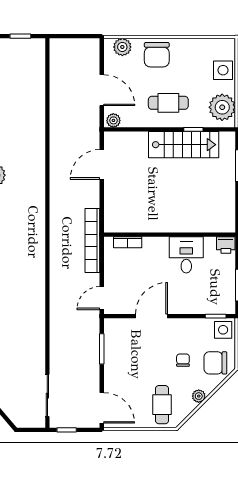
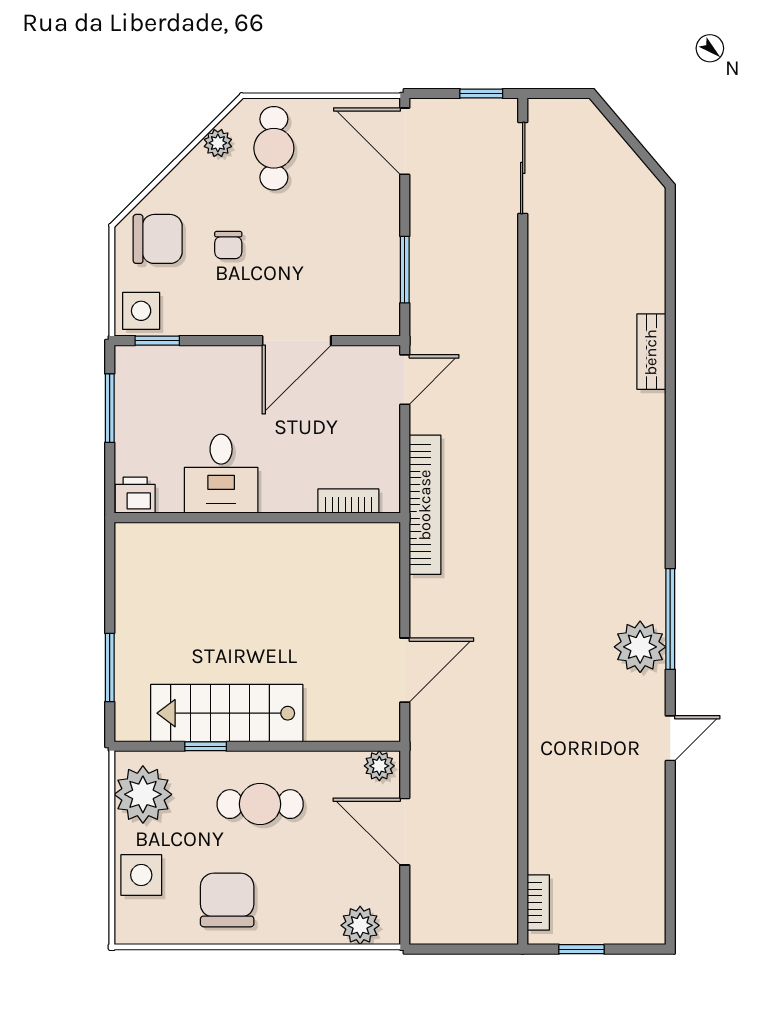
chair: (157, 55) -> (227, 900), moved
bookcase: (40, 58) -> (538, 902), added
plant: (199, 396) -> (218, 143), moved

